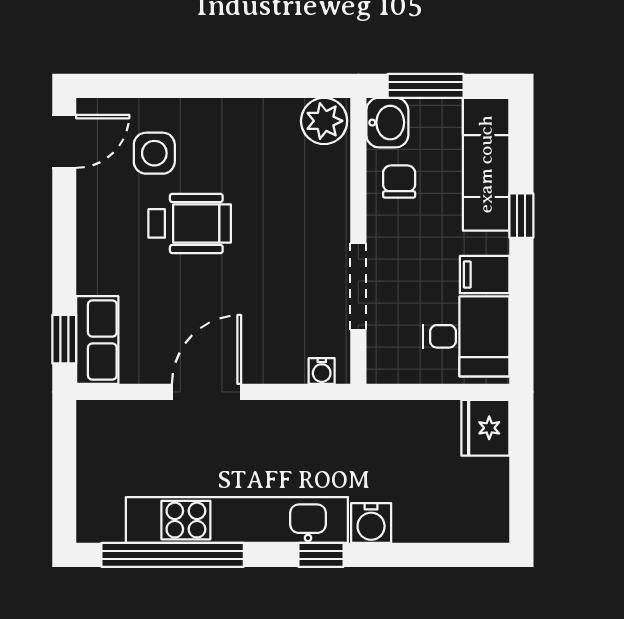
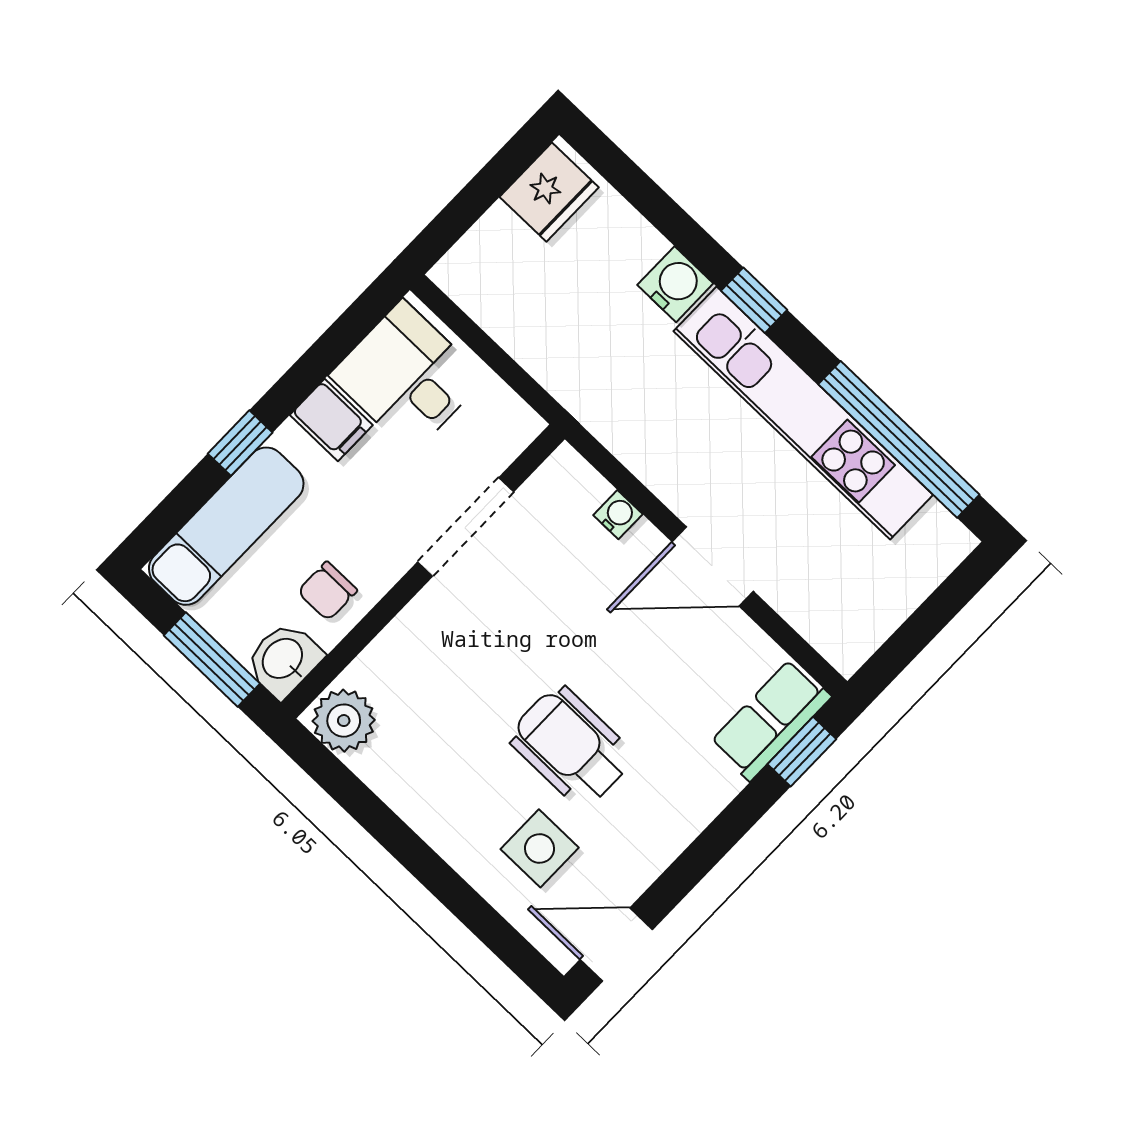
water cooler: (322, 371) -> (618, 515), moved
fridge: (485, 428) -> (549, 192), moved

